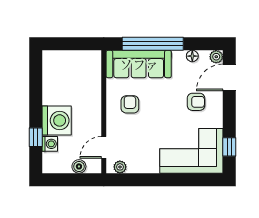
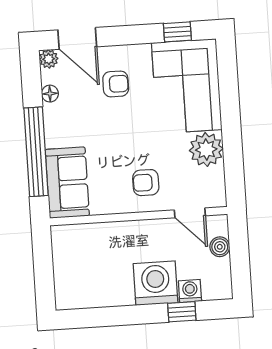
sofa: (139, 64) -> (67, 183), width x0.73
armchair: (196, 102) -> (116, 84), turned 90
armchair: (130, 104) -> (146, 183), moved
plant: (120, 167) -> (206, 150), moved, width x1.87, depth x1.87

